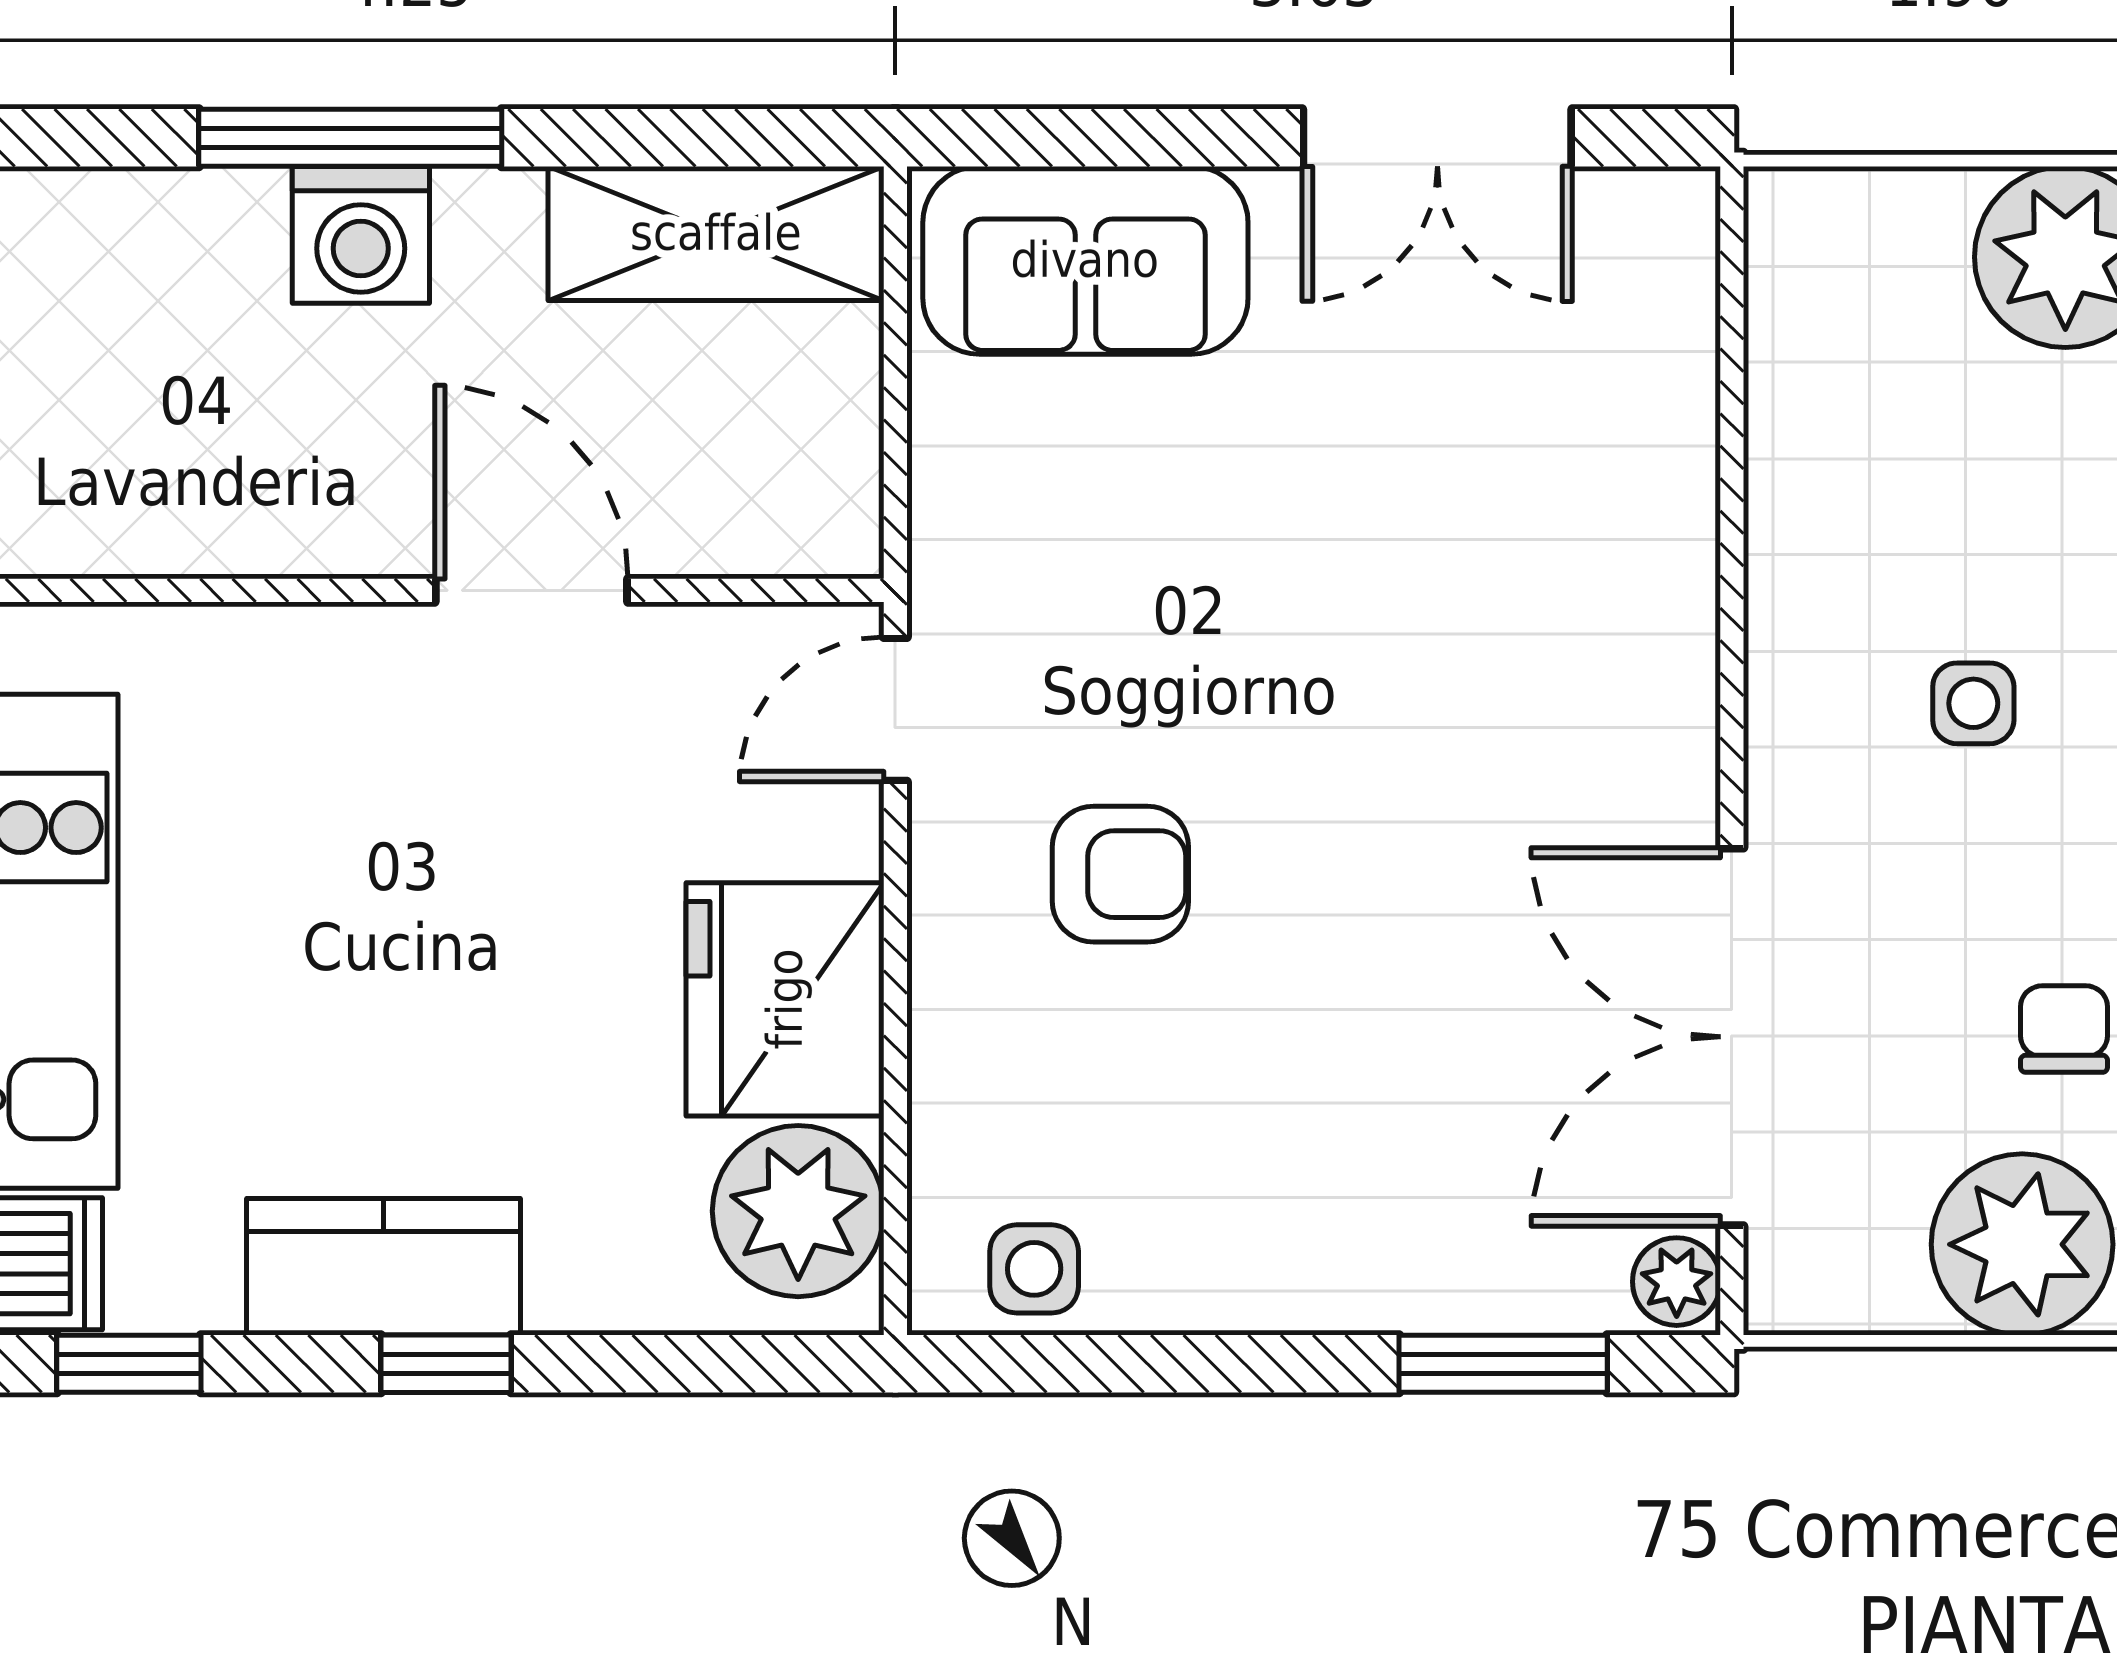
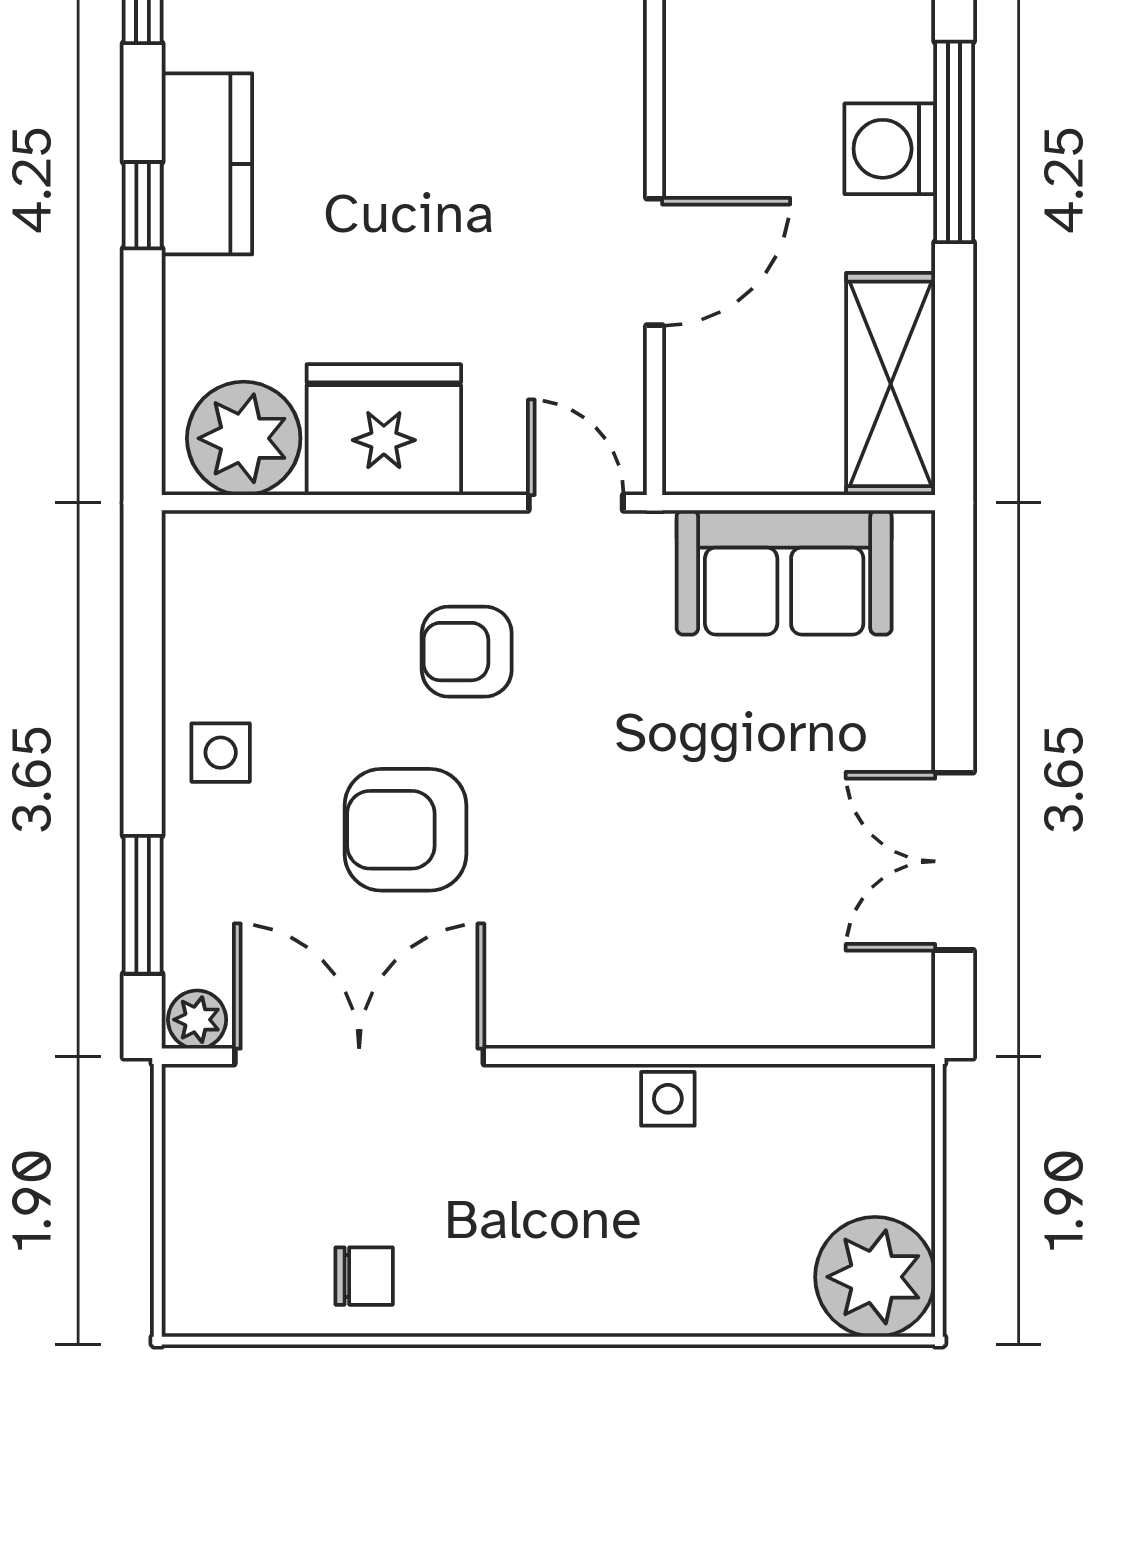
sofa: (1085, 260) -> (784, 572), moved, turned -90
side table: (1973, 703) -> (668, 1099), moved
armchair: (1120, 874) -> (467, 652), turned 90
armchair: (1390, 967) -> (406, 830), added
plant: (2022, 1244) -> (222, 1248), removed
side table: (1034, 1269) -> (221, 753), moved

